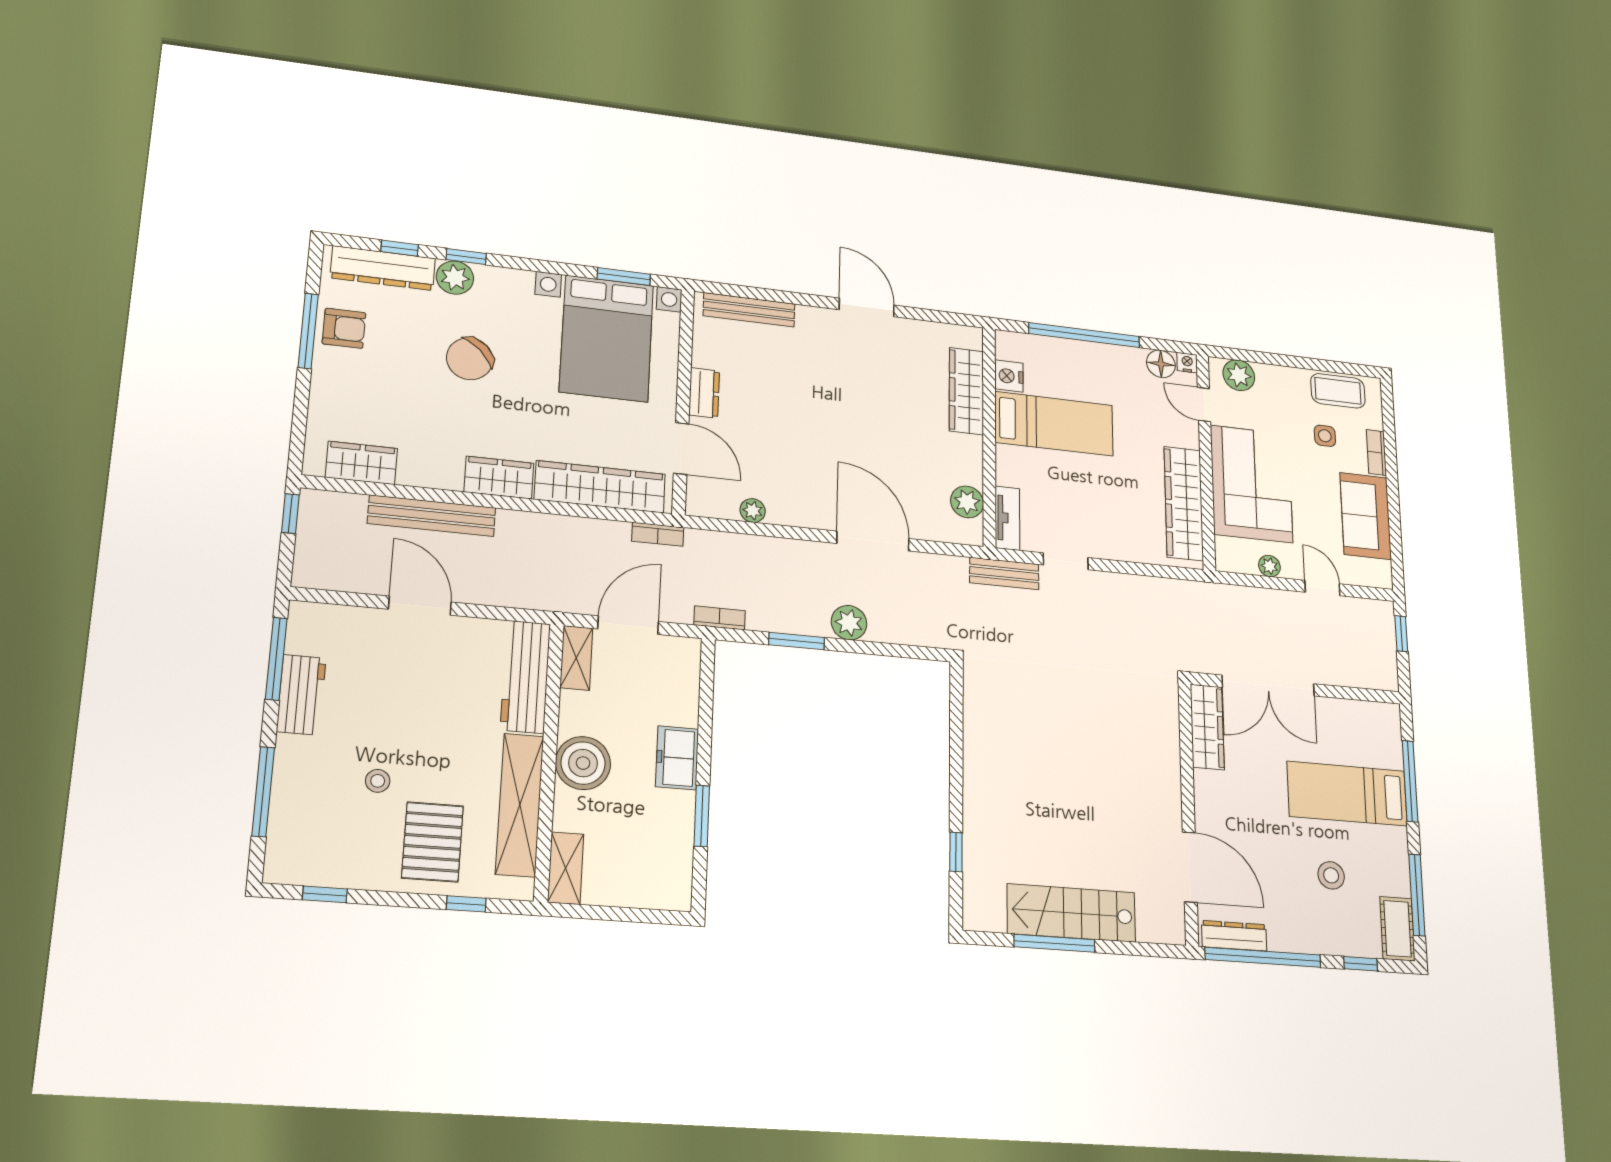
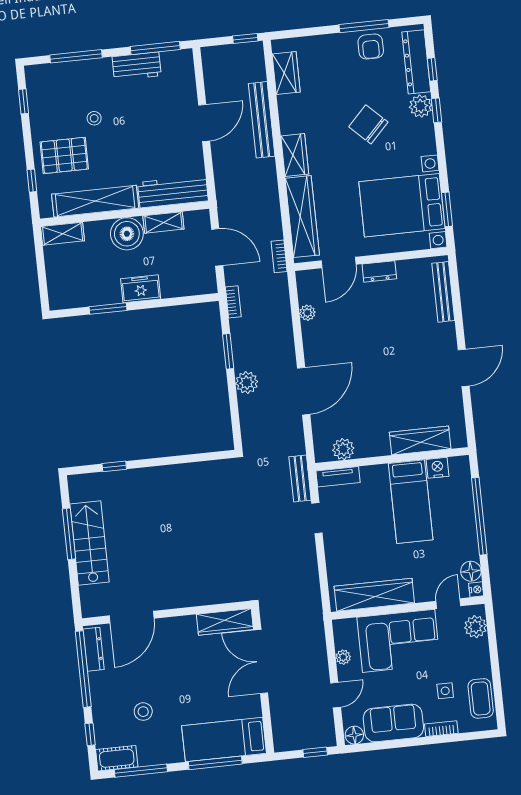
floor lamp: (1380, 574) -> (354, 735), added
shelving: (576, 658) -> (163, 222), moved
bed: (1347, 794) -> (224, 740), moved, turned -90

